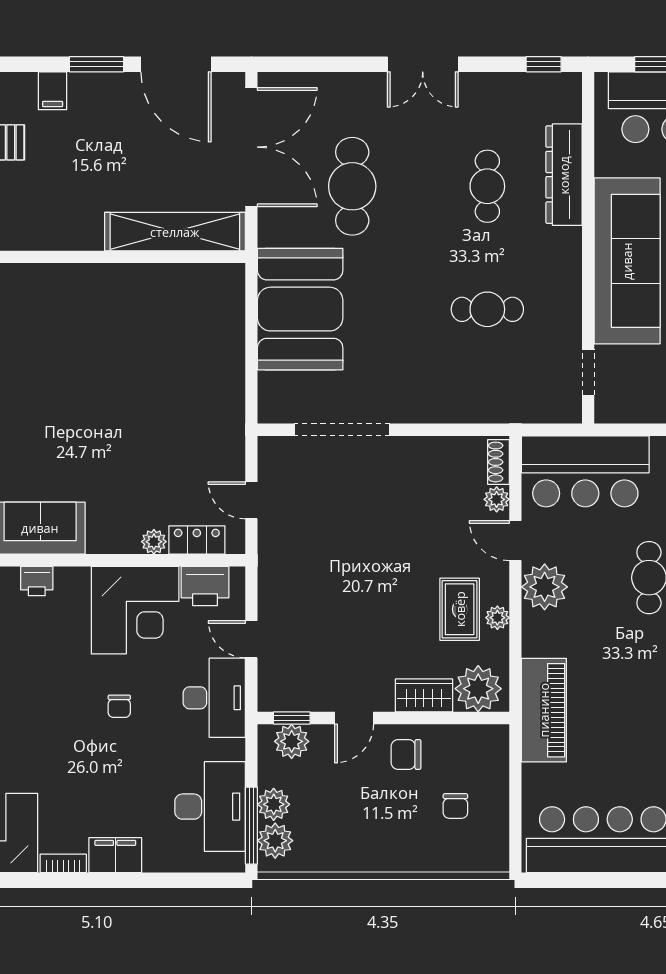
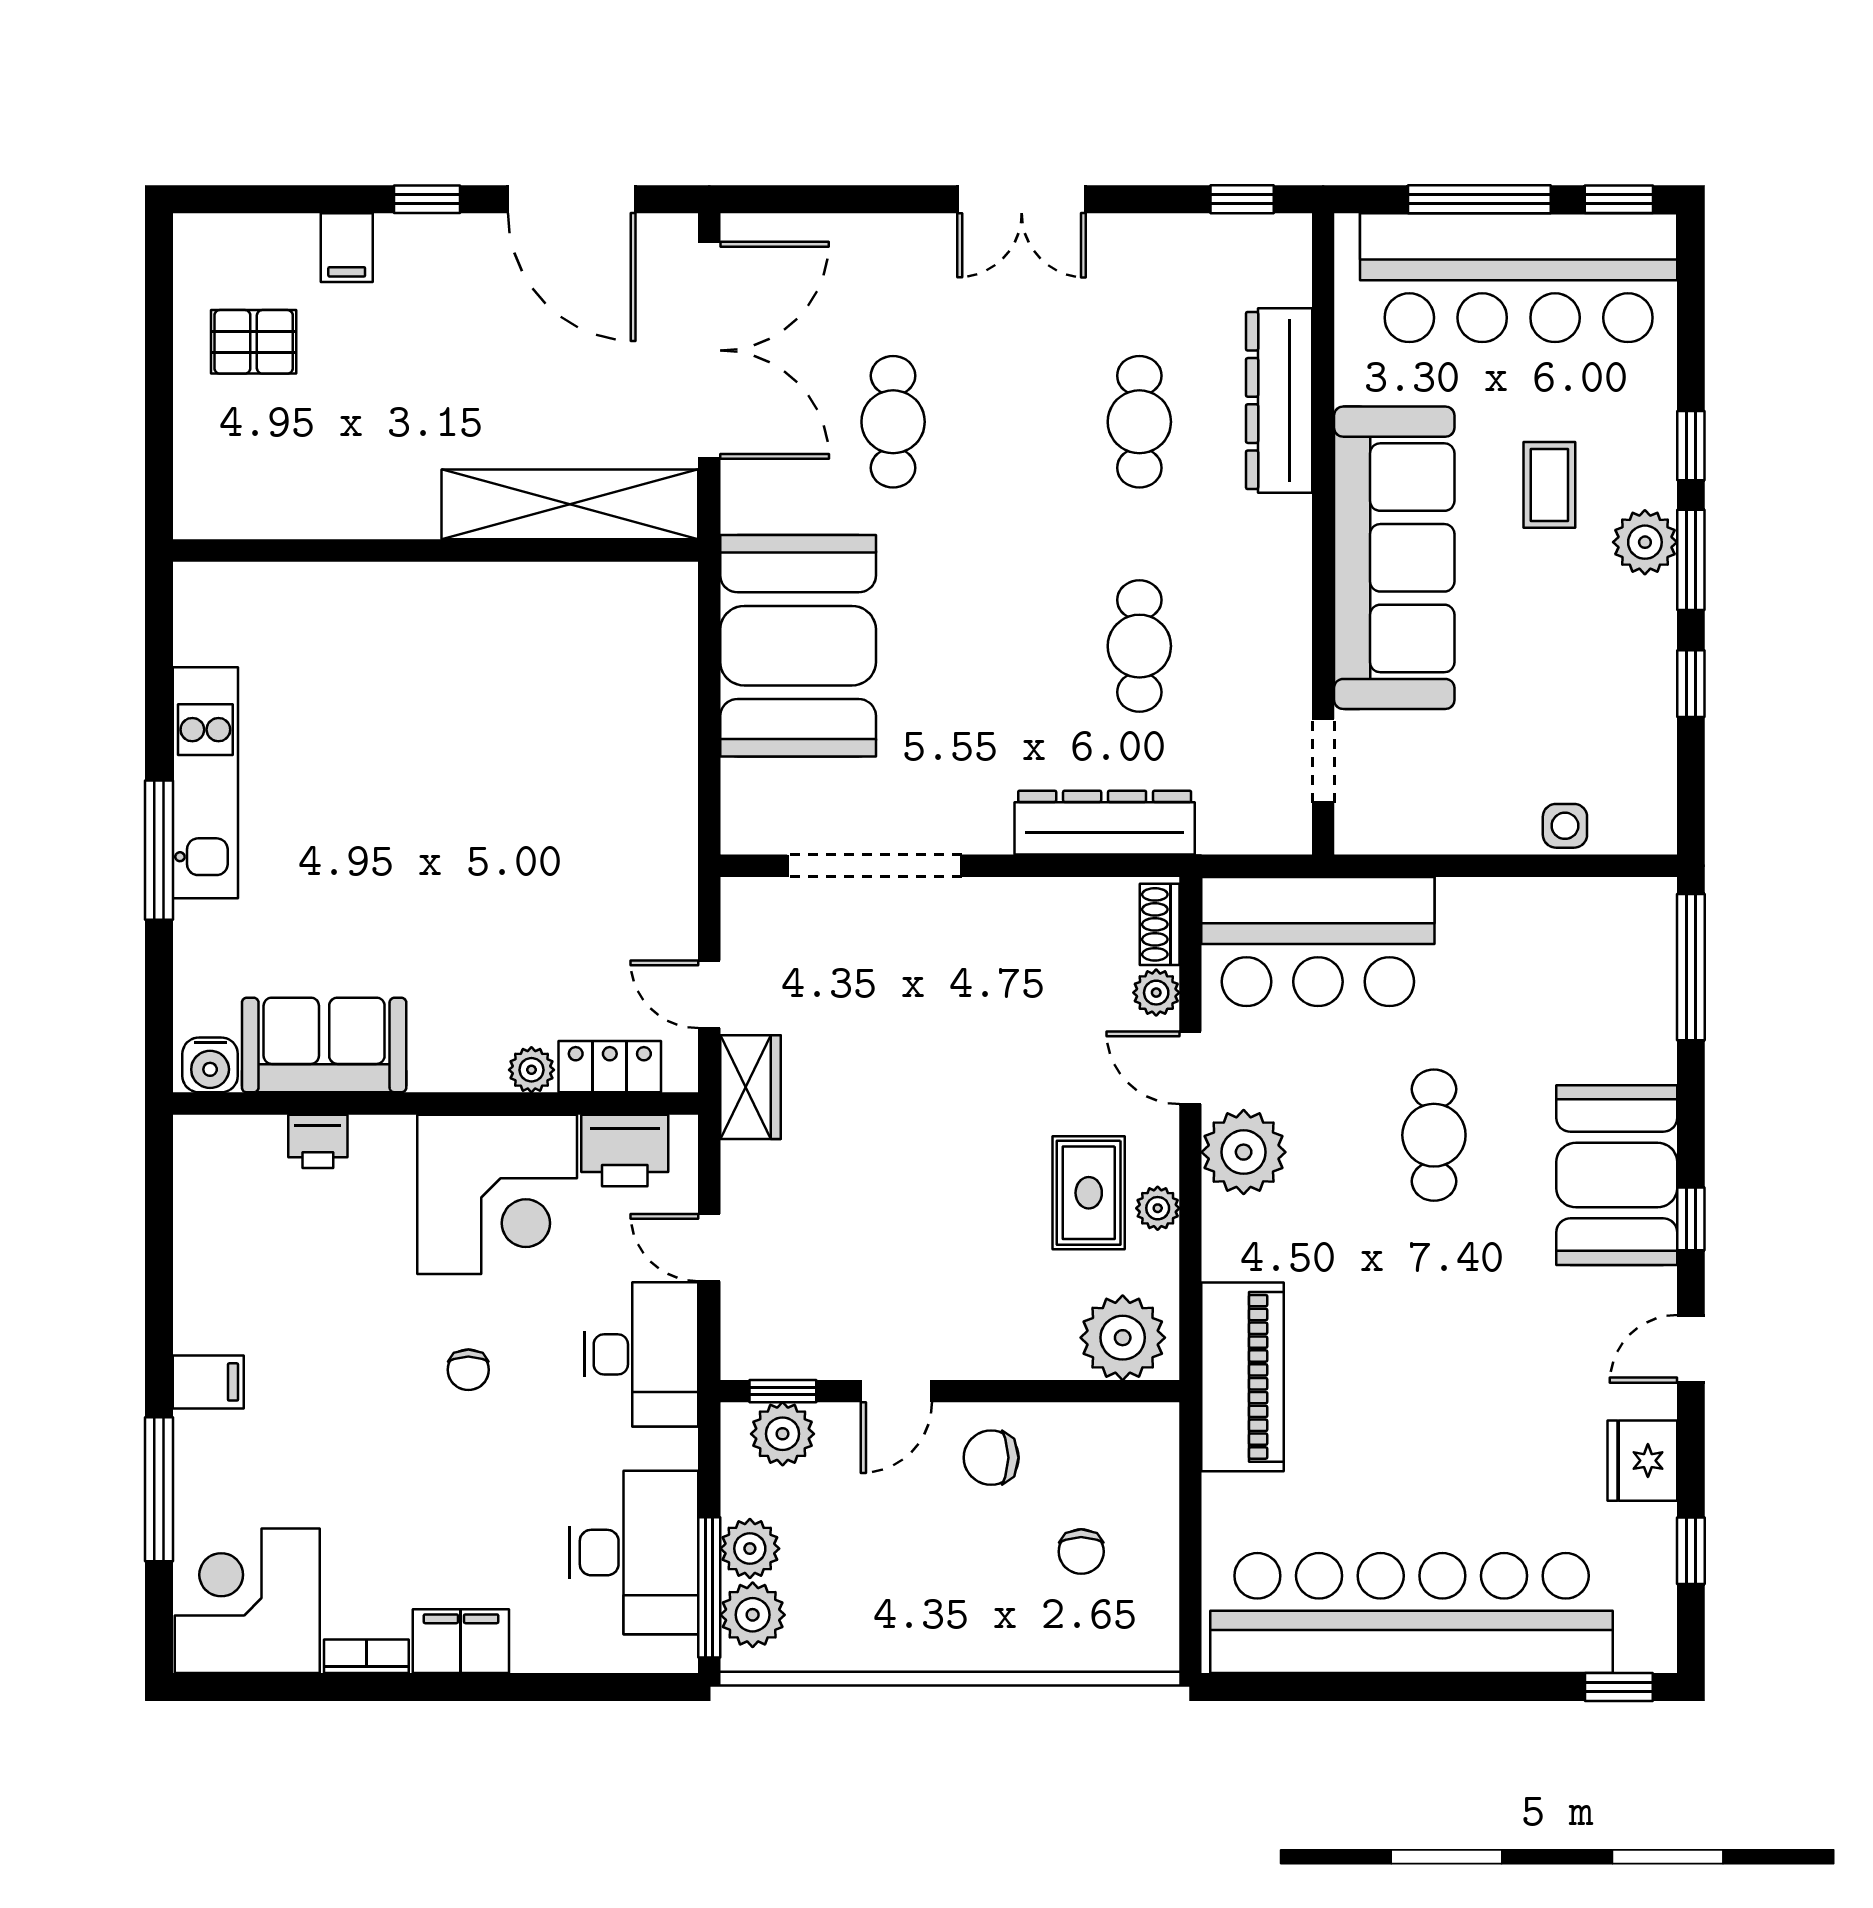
window: (97, 64) -> (427, 199), width x0.67
cafe table: (352, 186) -> (893, 422), width x0.73, depth x0.74
cafe table: (487, 309) -> (1139, 646), turned 90
dresser: (468, 406) -> (1105, 823), added
wardrobe: (424, 695) -> (750, 1087), moved, turned 90

